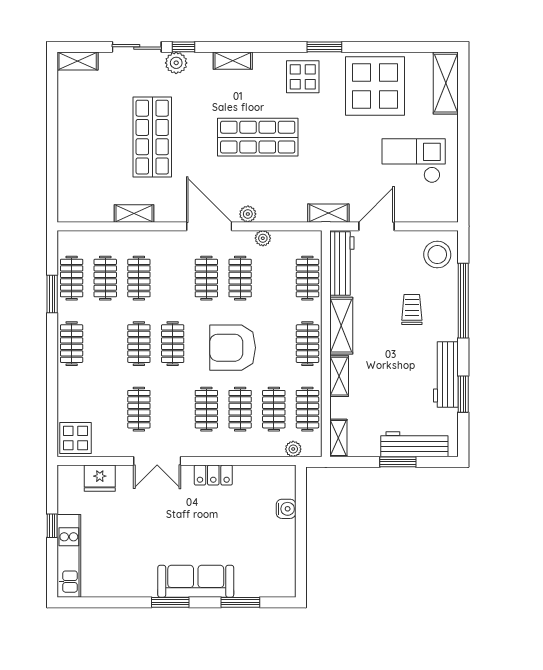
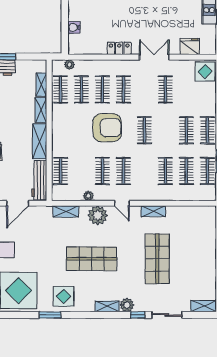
plant: (176, 63) -> (127, 305), moved
shelving: (134, 213) -> (153, 211), moved
shelving: (328, 213) -> (66, 211), moved
plant: (248, 214) -> (98, 215), width x1.87, depth x1.87
door: (209, 226) -> (122, 203), width x0.53
clothes rail: (139, 344) -> (186, 130), moved
clothes rail: (307, 344) -> (61, 130), removed
shelving: (338, 438) -> (41, 85), moved

